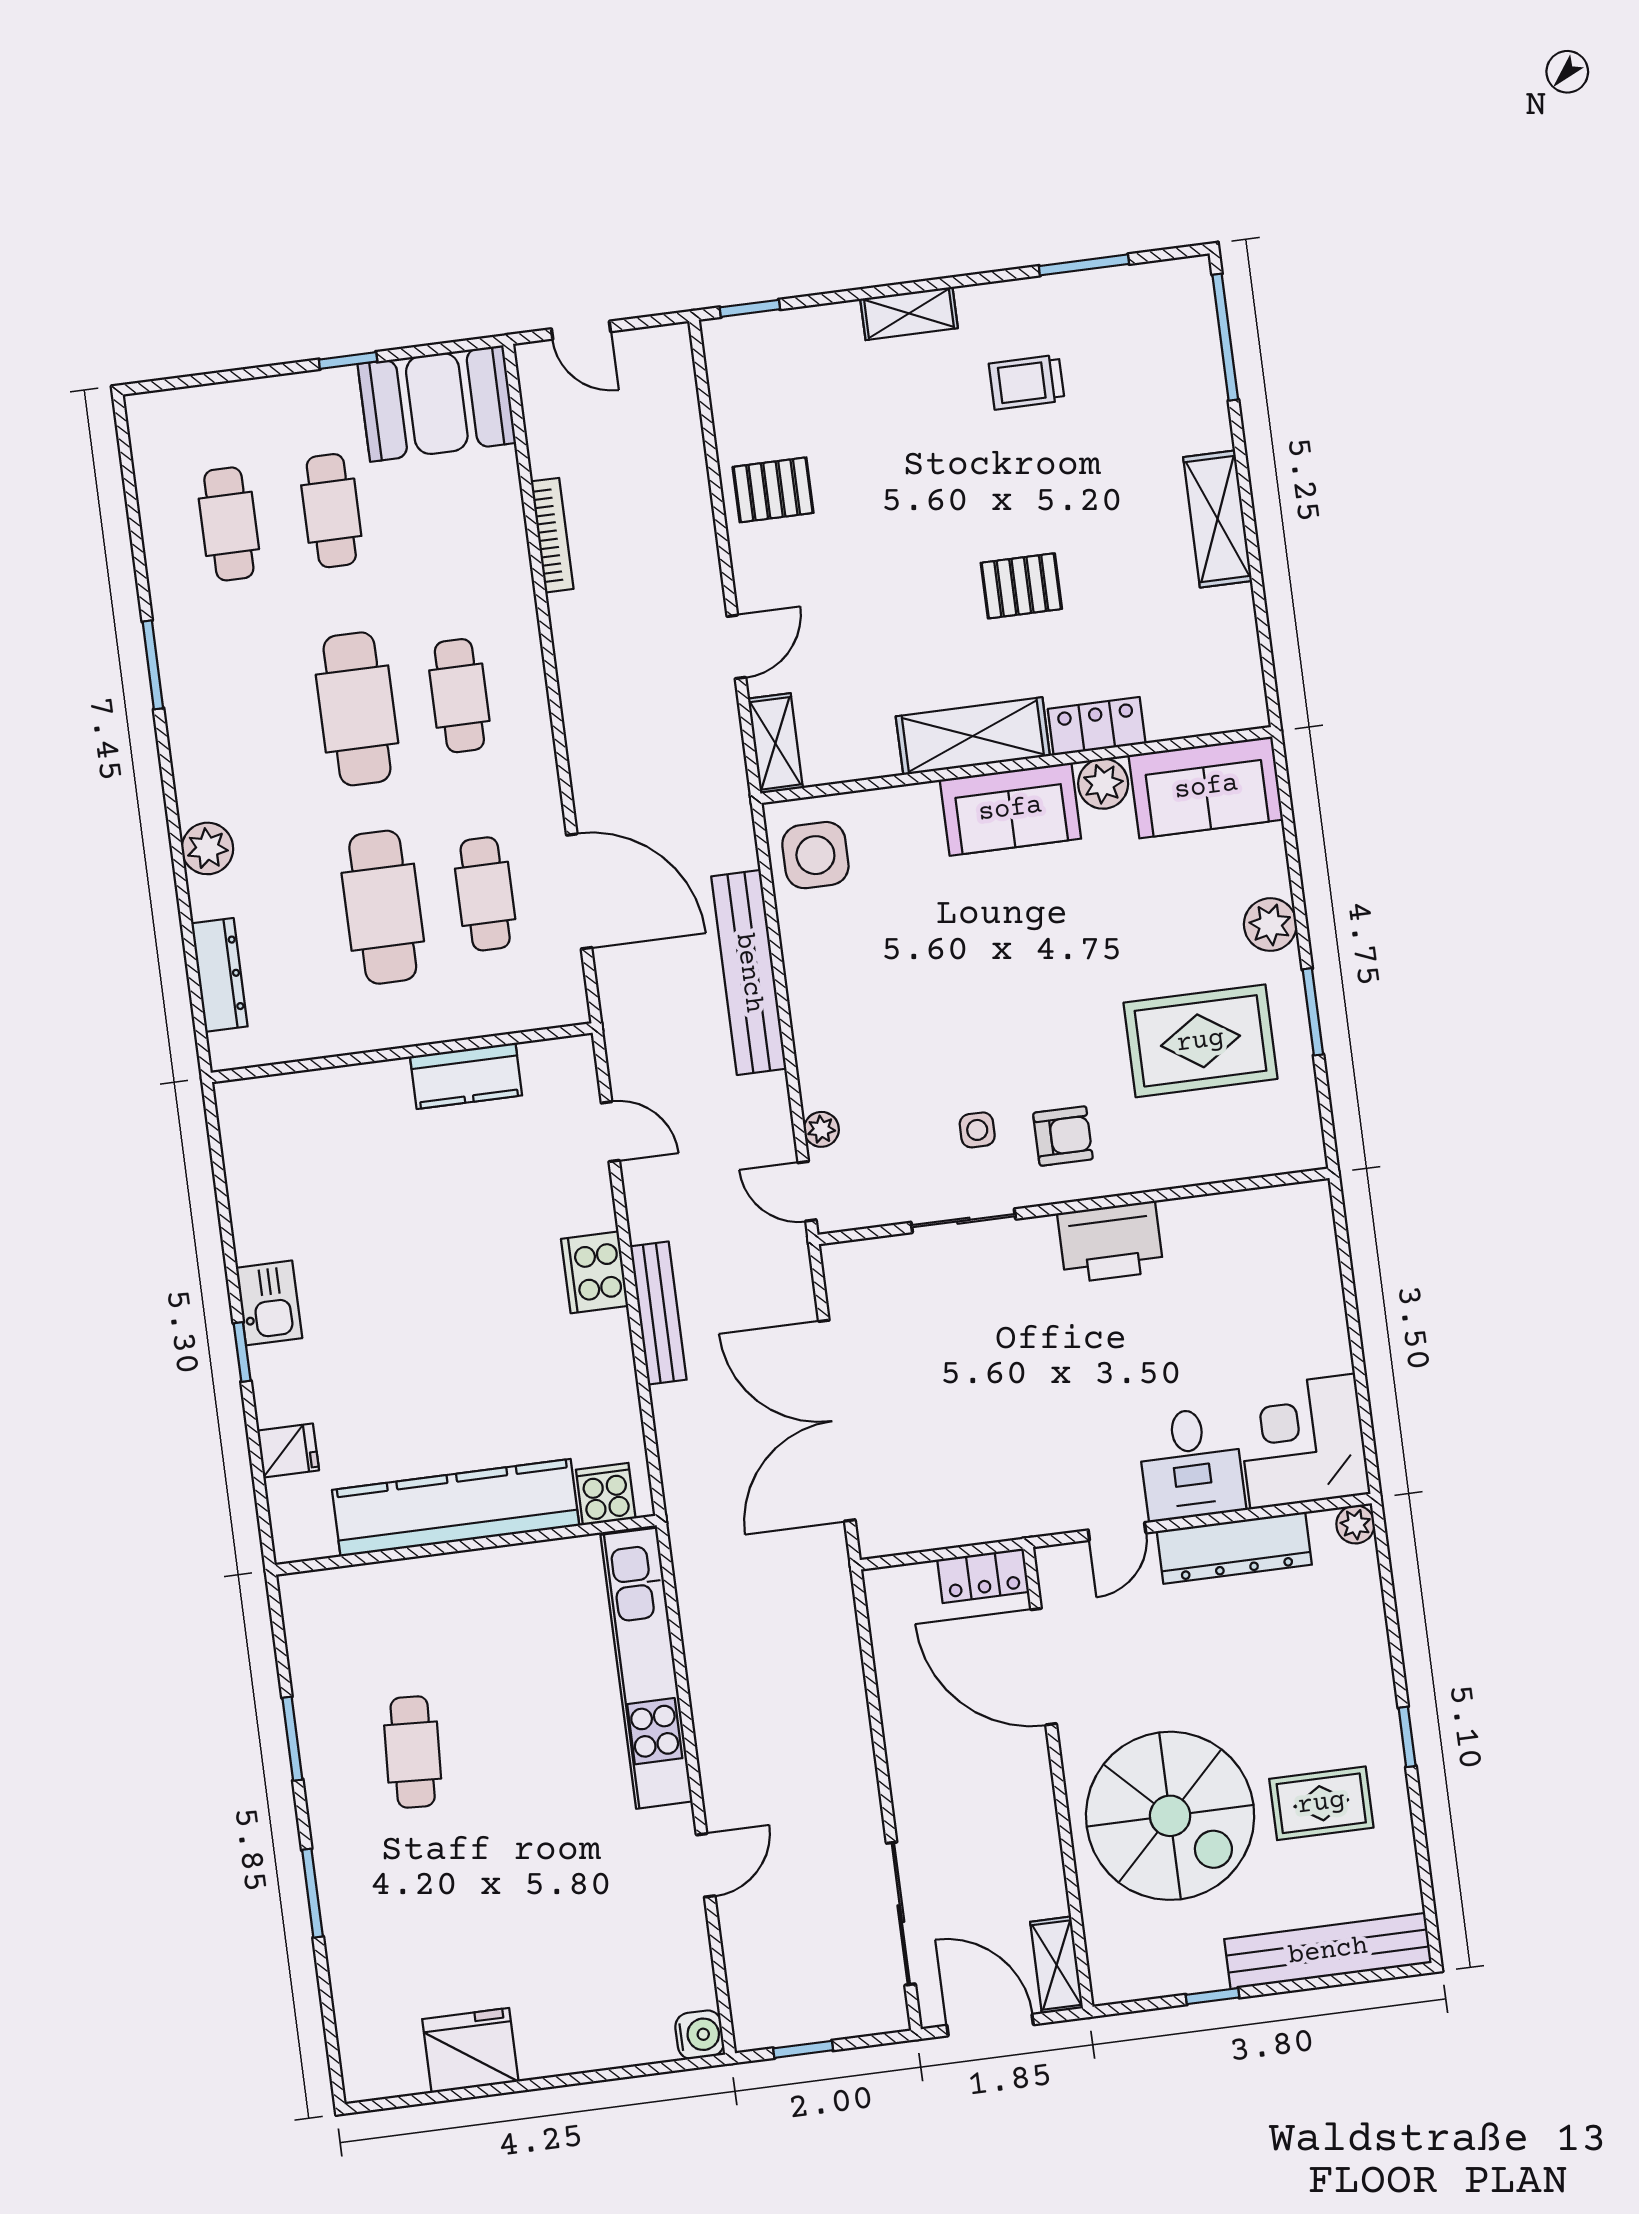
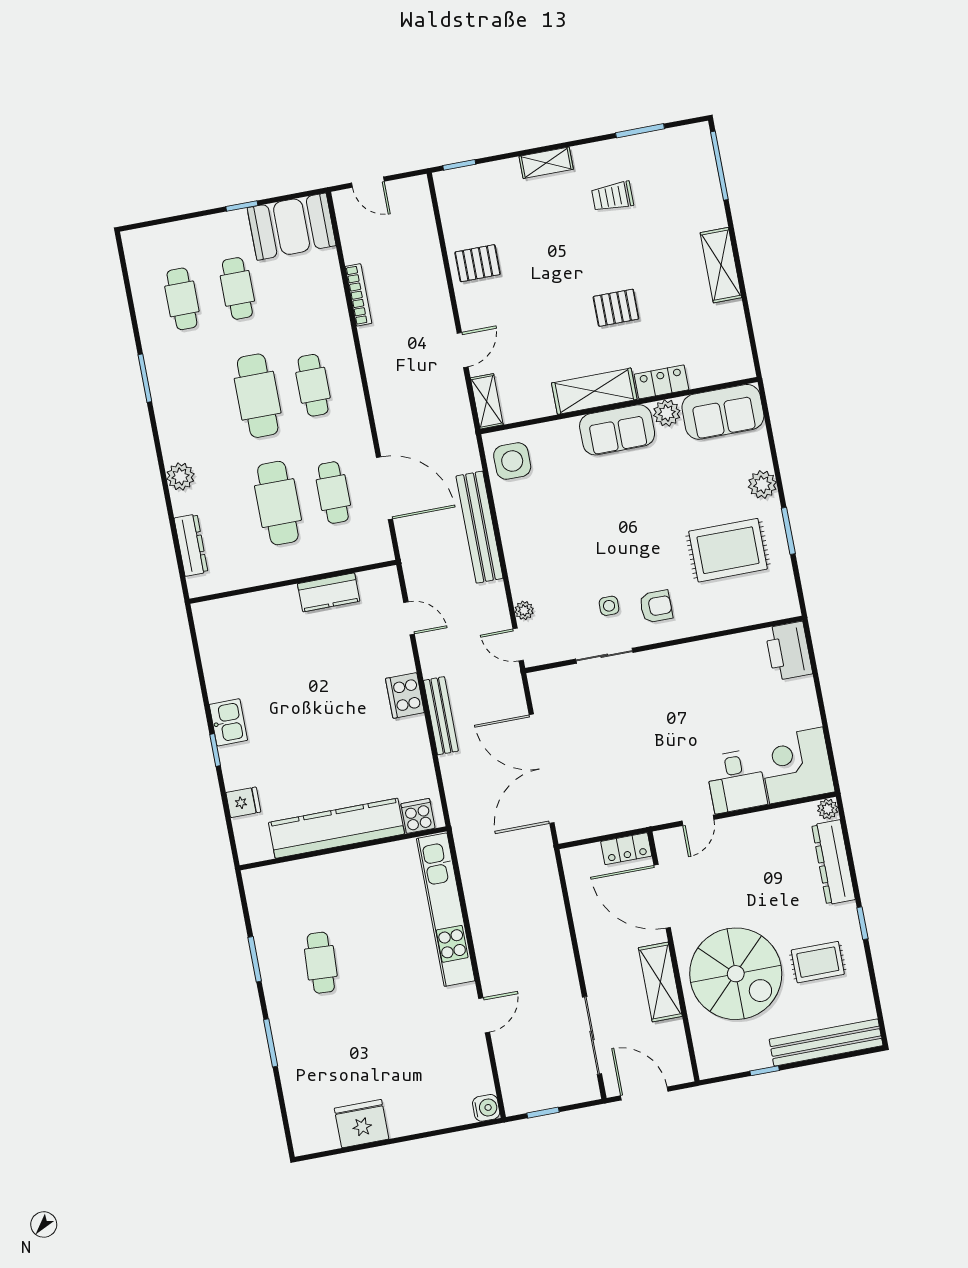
printer: (1110, 1242) -> (789, 651), moved, turned 90
dresser: (1234, 1548) -> (833, 862), moved, turned 90
shelving: (1057, 1965) -> (660, 982), moved, width x1.50, depth x1.33

